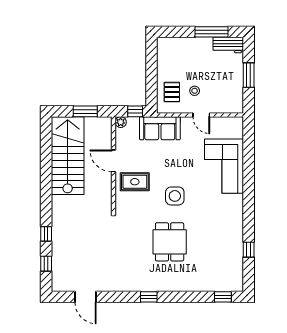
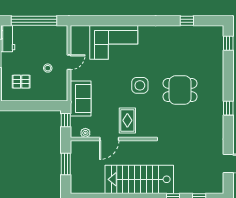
window: (249, 75) -> (34, 21), width x2.11
pallet: (172, 92) -> (21, 82), moved
plant: (121, 122) -> (85, 133), moved
stairs: (68, 156) -> (139, 179), moved

